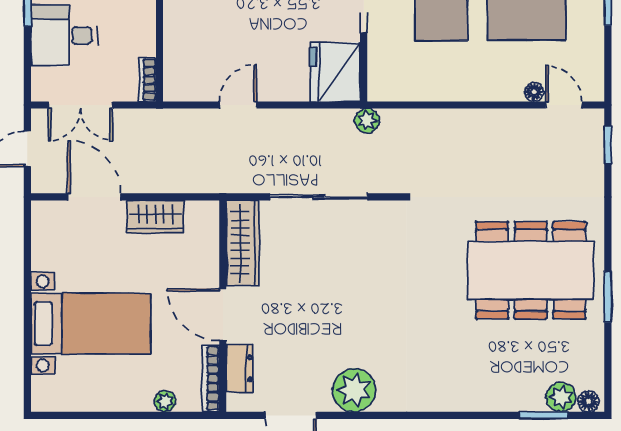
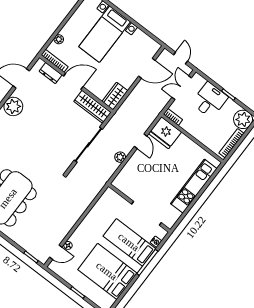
fridge: (335, 72) -> (165, 133), moved, turned 180
plant: (367, 121) -> (120, 157), moved
wardrobe: (156, 217) -> (115, 96), moved

